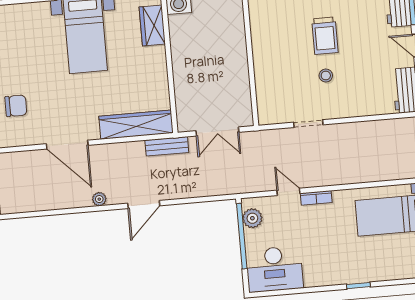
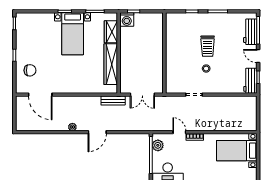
wardrobe: (136, 125) -> (111, 64), moved, turned -90
door: (67, 145) -> (40, 95), moved

